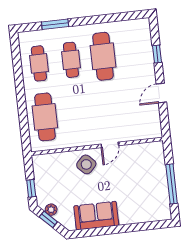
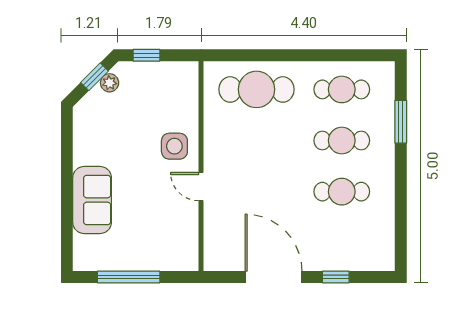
cafe table: (103, 56) -> (342, 192), width x0.73, depth x0.74
door: (161, 93) -> (273, 277), width x1.88
side table: (86, 164) -> (174, 146), turned 45
sofa: (96, 216) -> (92, 200), moved

